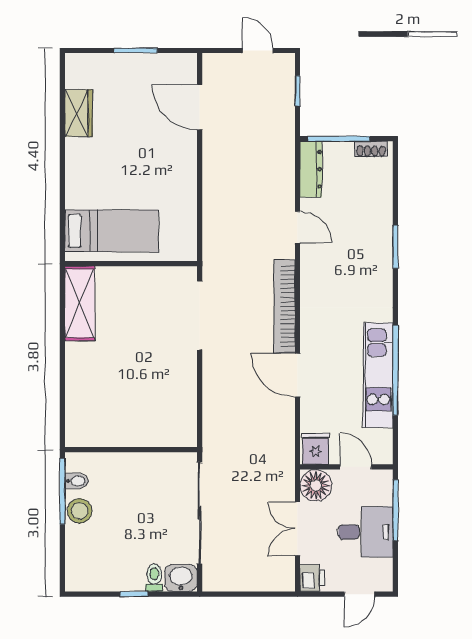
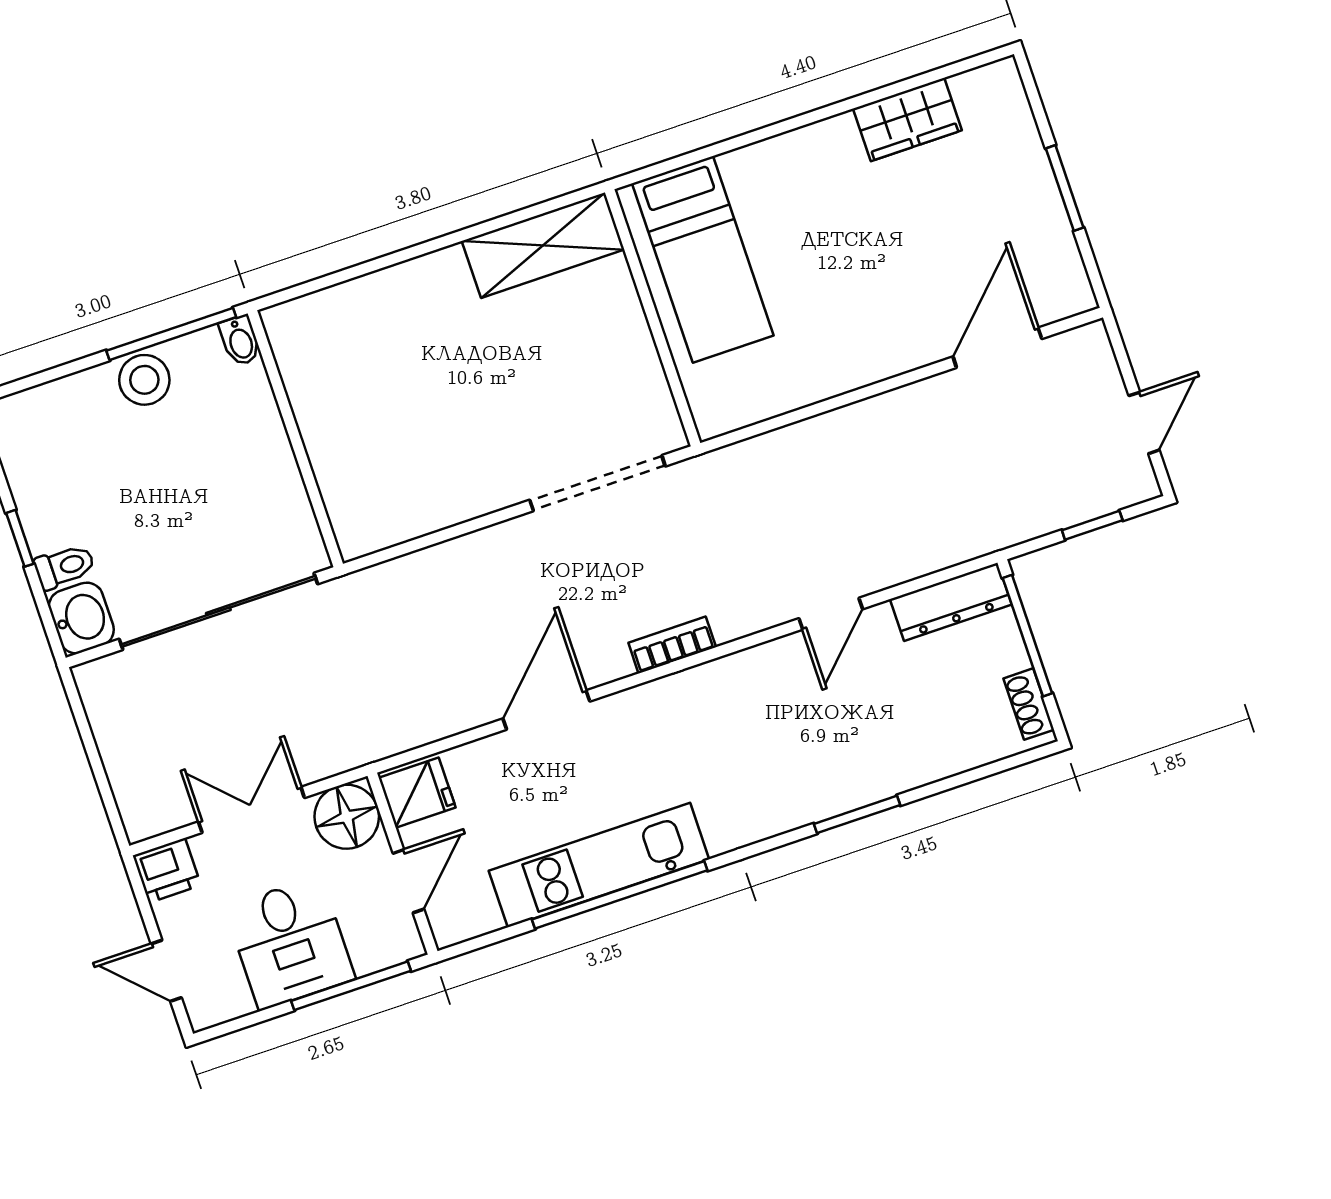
bookcase: (284, 306) -> (672, 645), width x0.43, depth x0.76
bidet: (76, 481) -> (240, 340), moved

